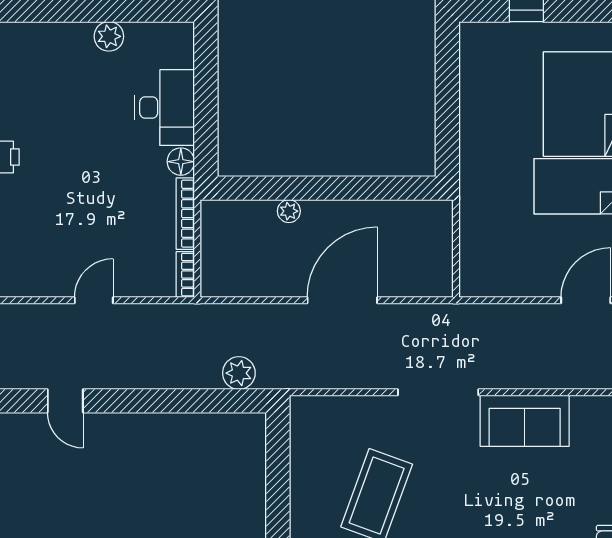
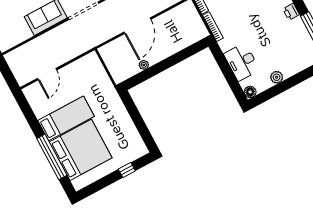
floor lamp: (181, 162) -> (250, 92), moved
plant: (289, 211) -> (144, 65), moved

